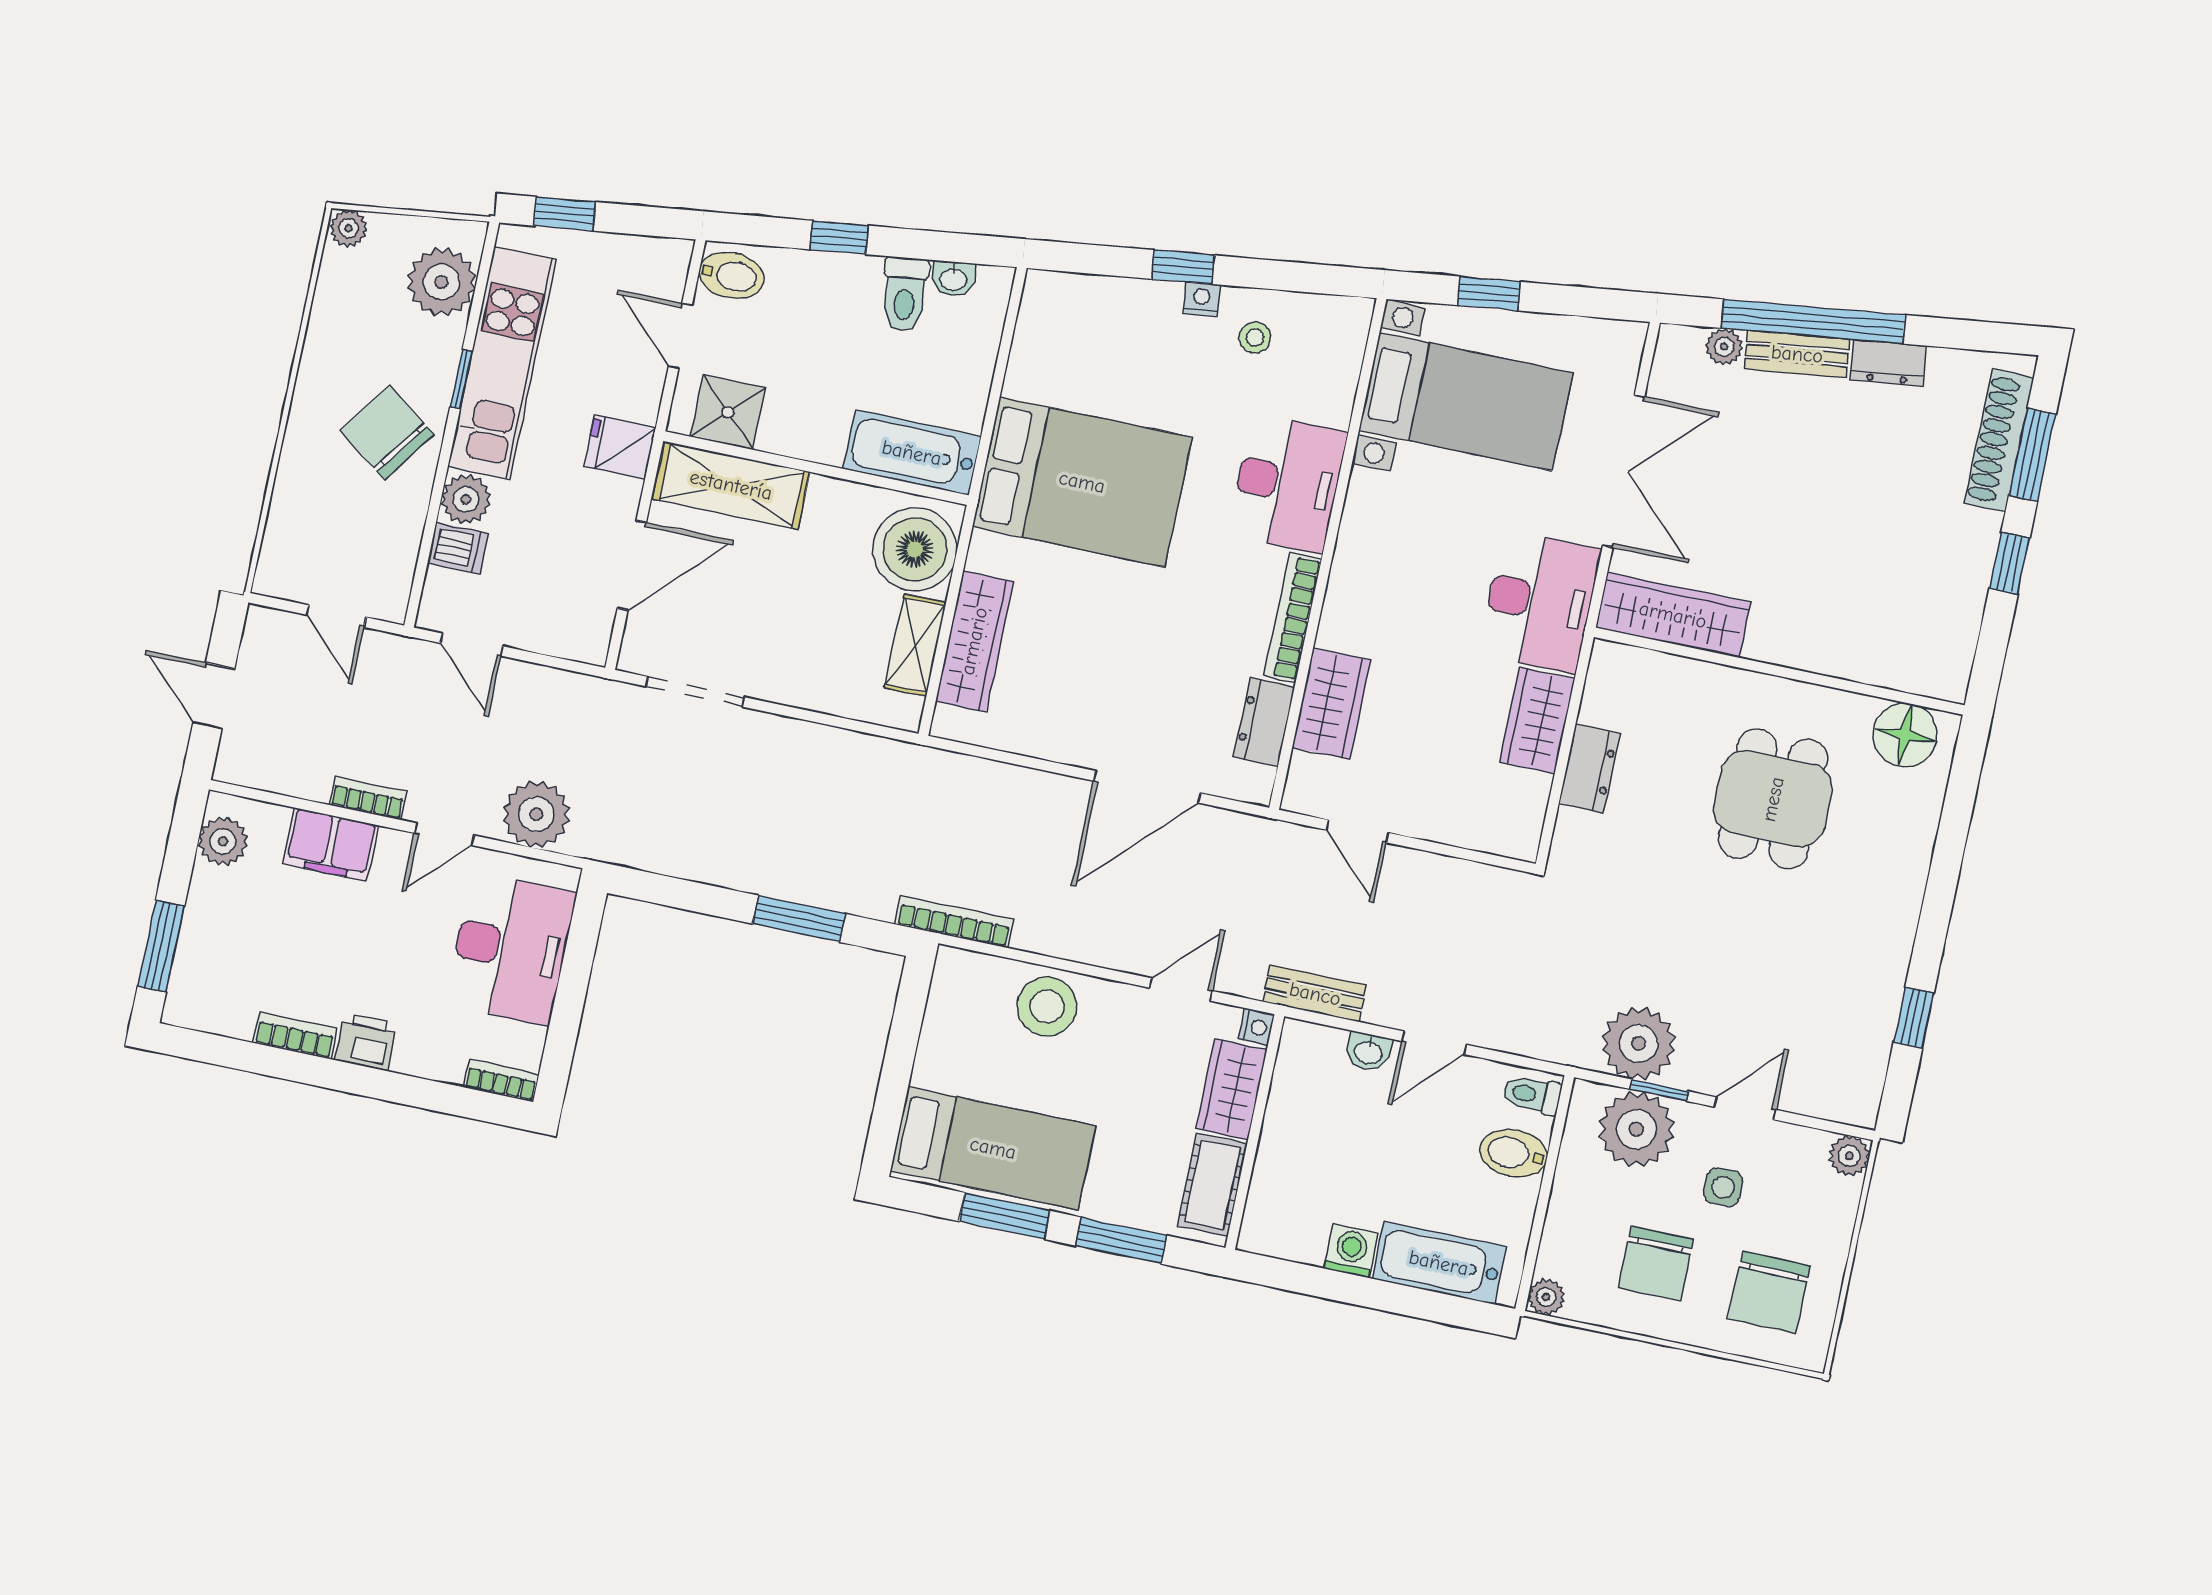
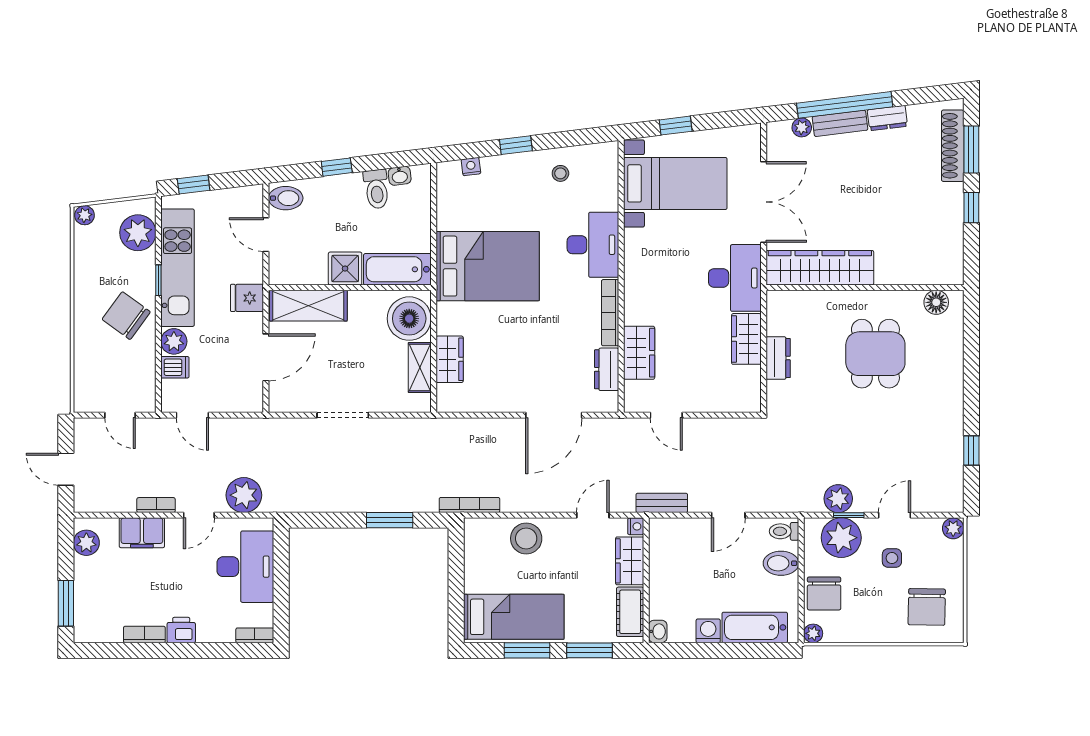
nightstand: (1202, 299) -> (471, 167), moved
shower: (728, 412) -> (345, 269), moved
wardrobe: (1673, 615) -> (820, 268), width x1.40, depth x1.17
wardrobe: (974, 641) -> (450, 359), width x0.67
doorway: (695, 692) -> (343, 415), moved
floor lamp: (1905, 735) -> (936, 302), width x0.73, depth x0.73
plant: (1639, 1043) -> (838, 499), width x0.73, depth x0.73
washbasin: (1368, 1052) -> (658, 631), moved, turned -90
chair: (1656, 1264) -> (824, 593), moved

